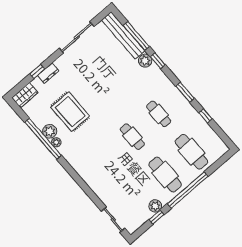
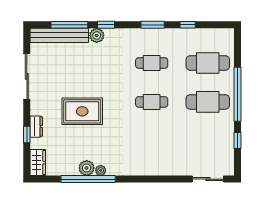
rug: (70, 112) -> (82, 111), moved
plant: (155, 206) -> (227, 133), removed

